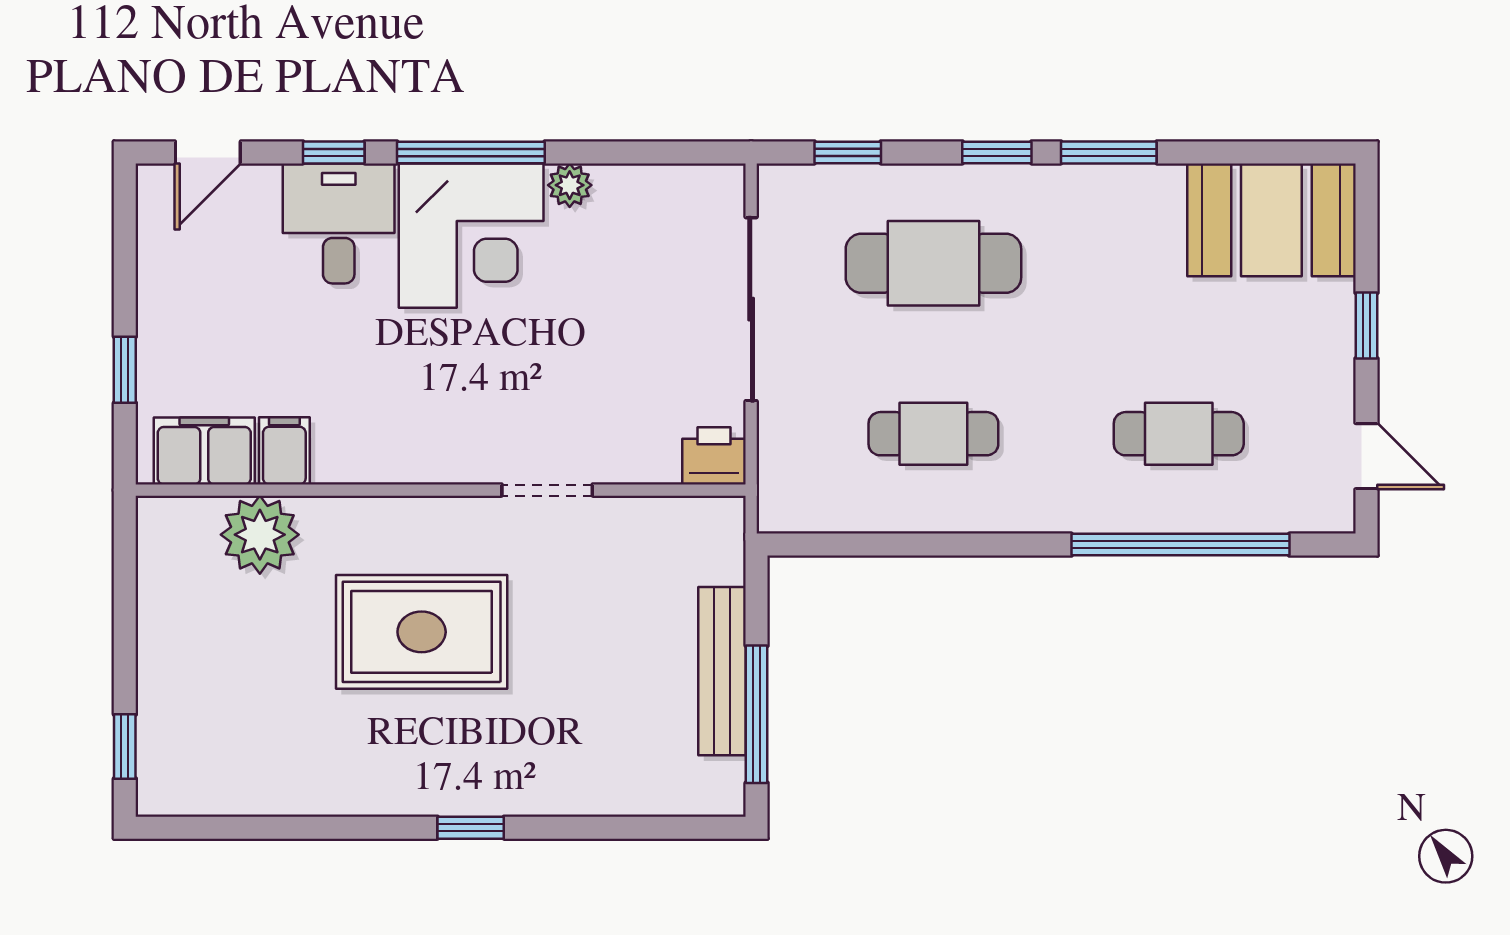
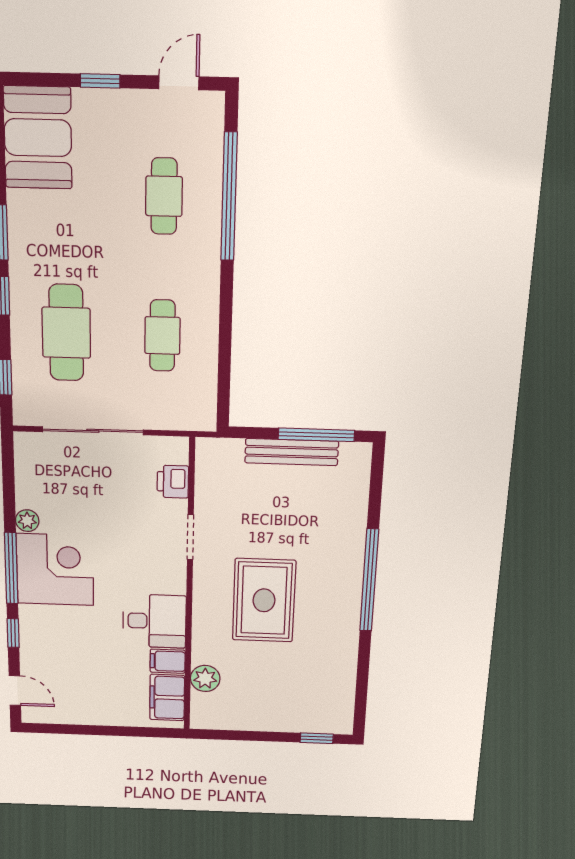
desk: (339, 223) -> (154, 621), moved, turned 180
window: (125, 370) -> (126, 731), removed
printer: (714, 456) -> (173, 482), moved
plant: (260, 535) -> (205, 678), width x0.73, depth x0.73
window: (471, 828) -> (369, 580), width x3.17

